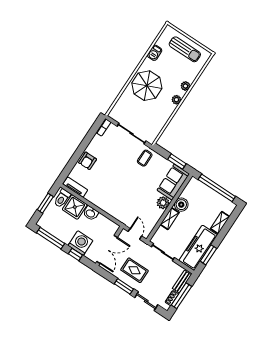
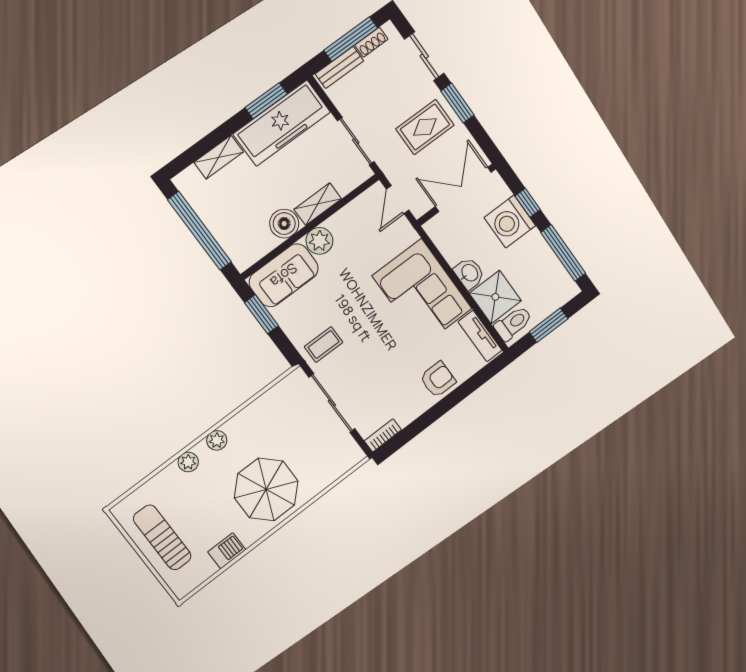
corner sofa: (109, 197) -> (422, 292), added
rug: (134, 270) -> (425, 127), turned 90

